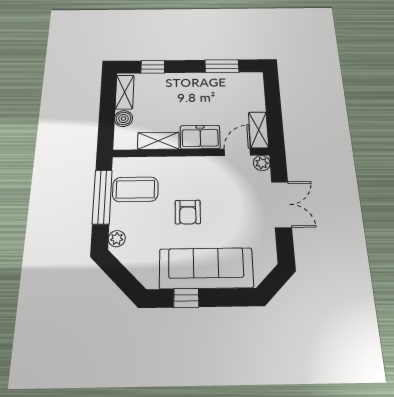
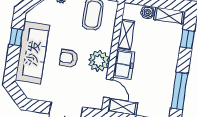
window: (222, 66) -> (179, 91), width x1.44
plant: (262, 163) -> (99, 61), moved, width x1.88, depth x1.88
armchair: (188, 212) -> (69, 58), moved

